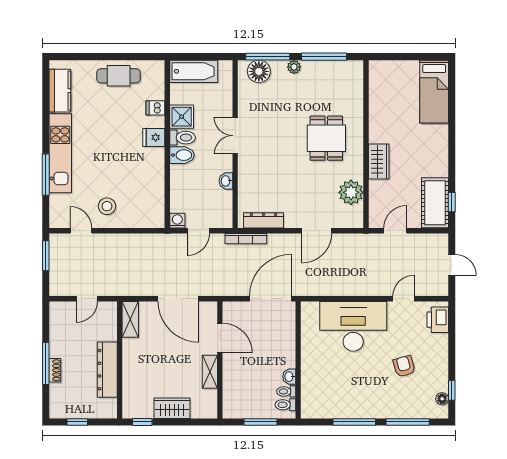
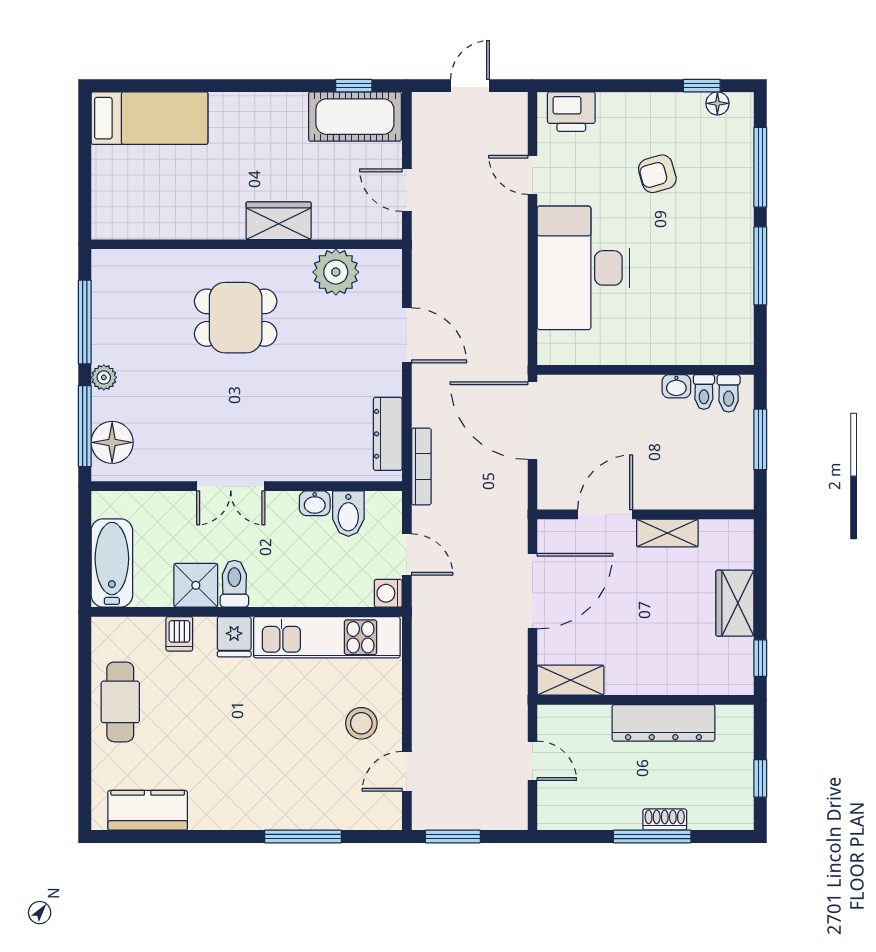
kitchen unit: (60, 153) -> (327, 637), moved, turned 180
bidet: (182, 155) -> (348, 514), moved, turned 180

